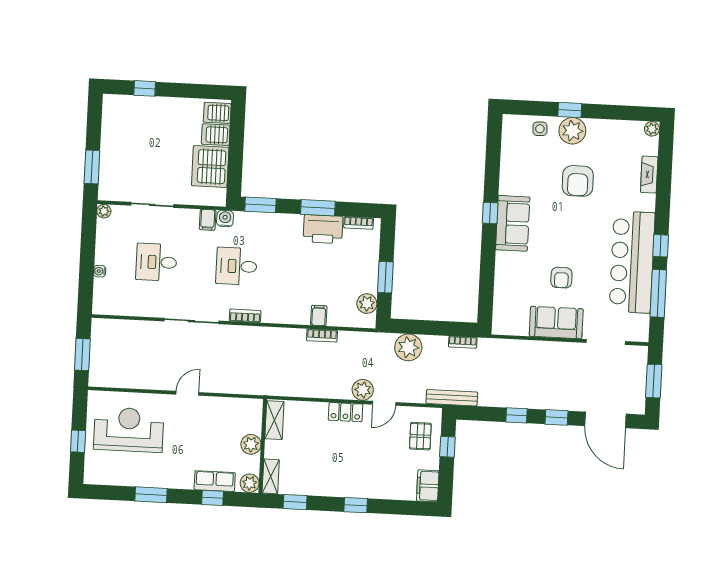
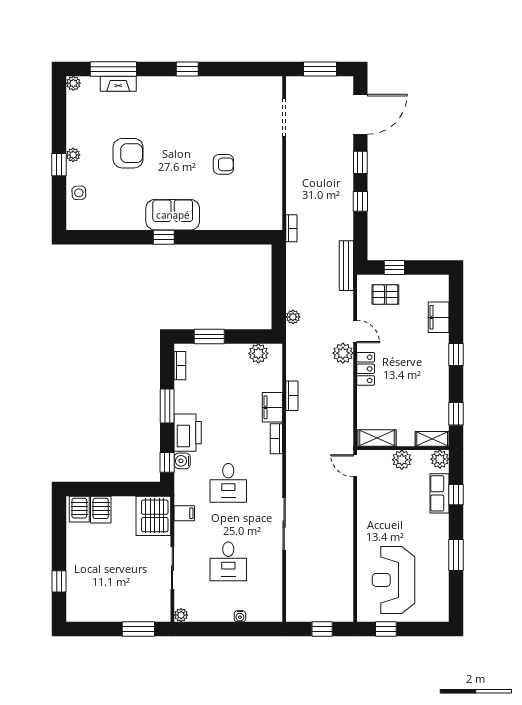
plant: (572, 131) -> (73, 155), width x0.53, depth x0.53
server rack: (210, 167) -> (153, 516), moved, turned 90
window: (260, 205) -> (167, 462), width x0.67
water cooler: (225, 219) -> (182, 461), moved
printer: (323, 229) -> (188, 433), moved
bar counter: (632, 262) -> (205, 96), removed
window: (385, 277) -> (209, 337), moved
window: (658, 293) -> (113, 69), moved
filing cabinet: (319, 315) -> (272, 407), width x2.00
bookcase: (245, 316) -> (276, 439), moved
sofa: (556, 323) -> (268, 167), removed
bookcase: (463, 342) -> (291, 228), moved
plant: (408, 347) -> (293, 317), width x0.53, depth x0.53
window: (82, 354) -> (322, 629), width x0.67
door: (187, 393) -> (355, 466), moved
window: (78, 441) -> (386, 629), moved
filing cabinet: (428, 486) -> (439, 317), moved, turned 90

